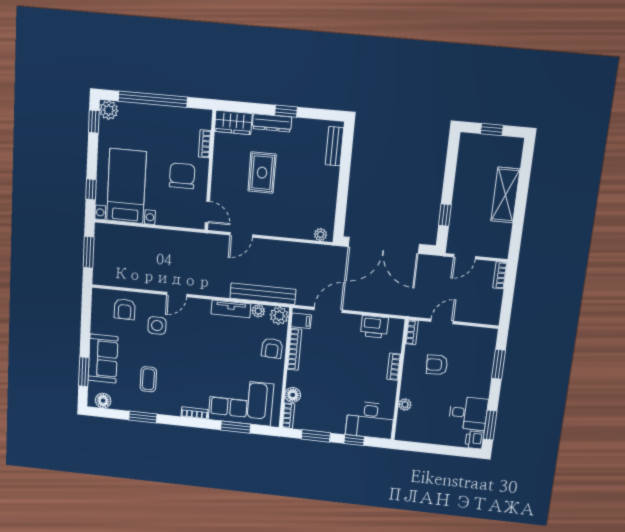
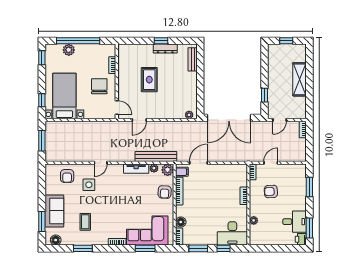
plant: (109, 110) -> (69, 50), moved
wardrobe: (233, 122) -> (129, 51), removed
dresser: (272, 123) -> (165, 49), moved
printer: (374, 327) -> (229, 171), removed

